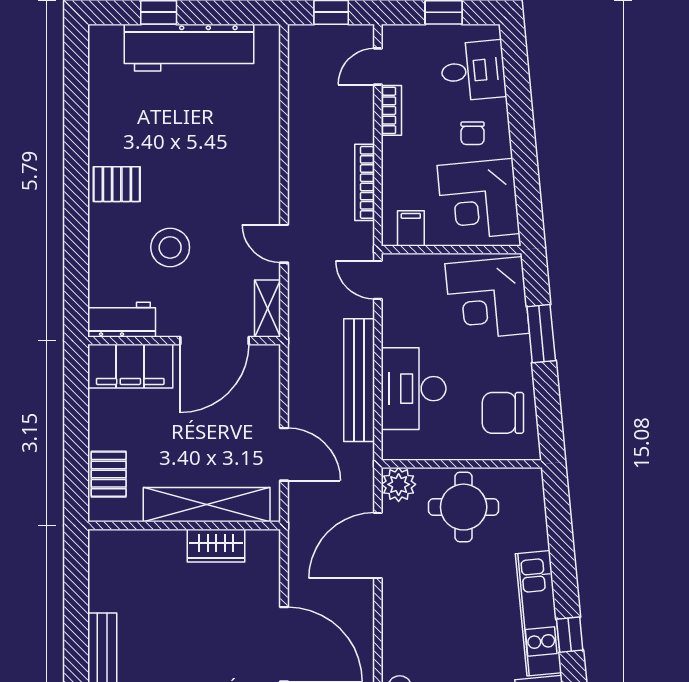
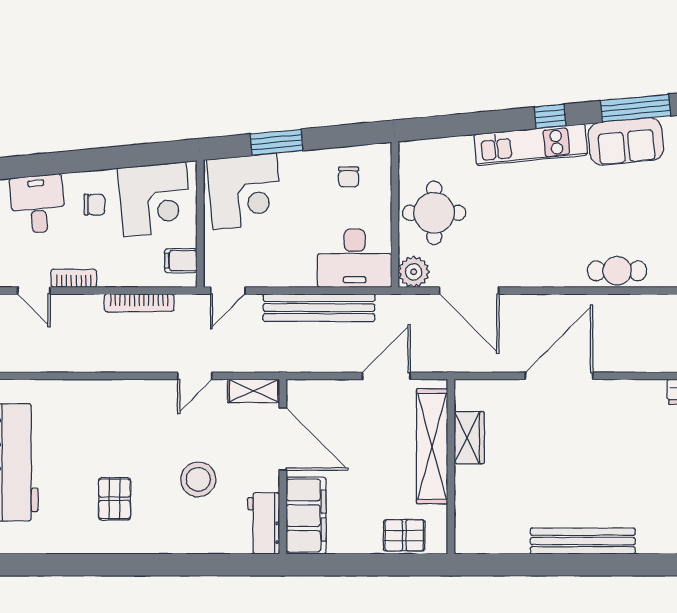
pallet: (117, 184) -> (115, 499), moved
desk: (414, 389) -> (355, 258), moved
chair: (503, 413) -> (349, 177), width x0.54, depth x0.54

